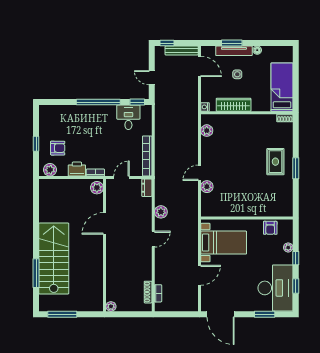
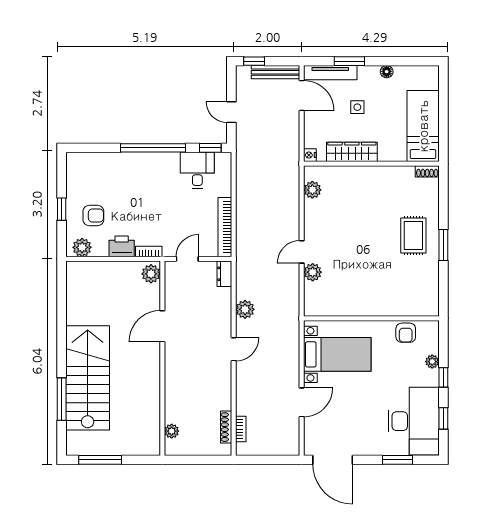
tv unit: (234, 51) -> (330, 73), moved
plant: (111, 306) -> (172, 431), moved

